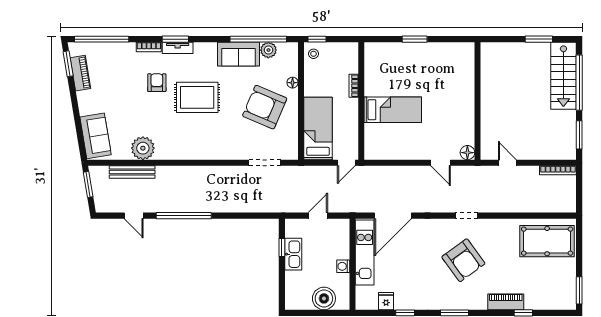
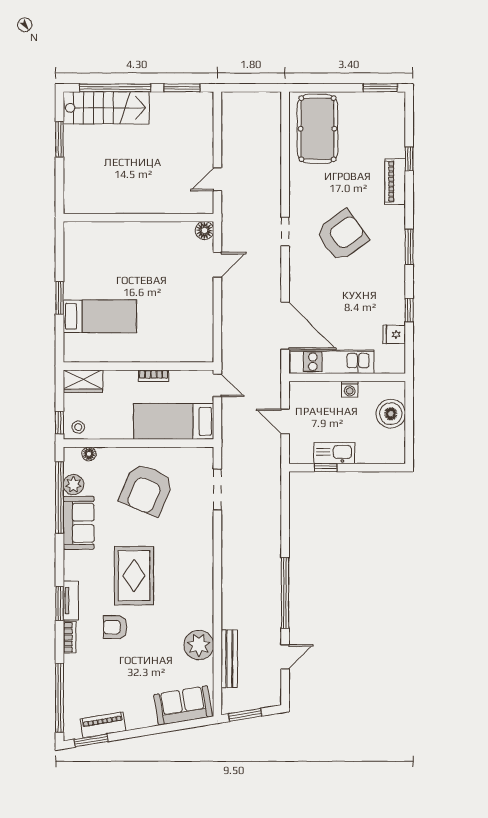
wardrobe: (349, 57) -> (83, 381), added
floor lamp: (293, 83) -> (89, 454), moved
bookcase: (354, 86) -> (154, 376), moved
bed: (393, 110) -> (100, 316), moved, turned 90
bookcase: (558, 170) -> (227, 115), removed

